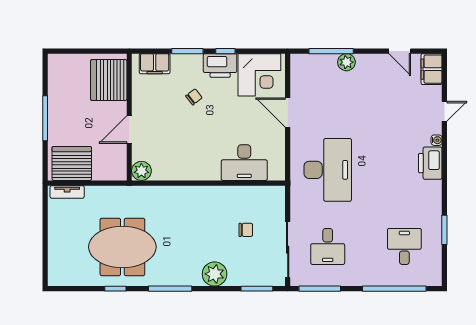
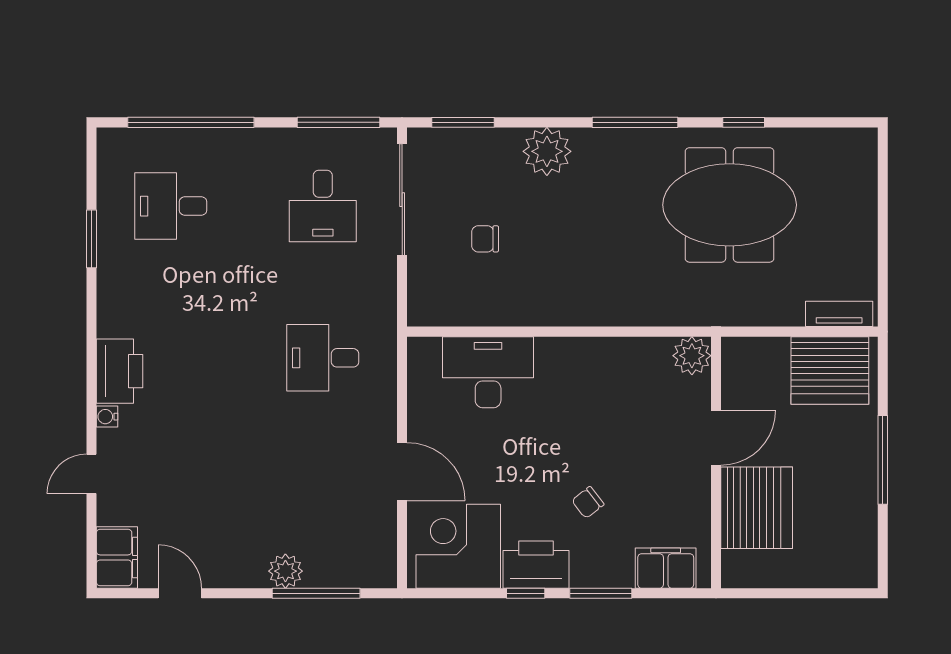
server rack: (109, 80) -> (757, 508), moved
desk: (328, 170) -> (323, 358), width x0.53, depth x0.77
desk: (328, 246) -> (323, 206), turned 180
desk: (404, 246) -> (171, 206), turned 90

